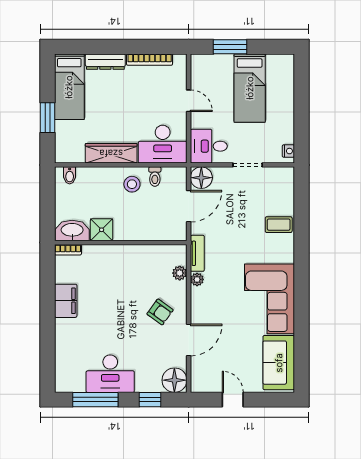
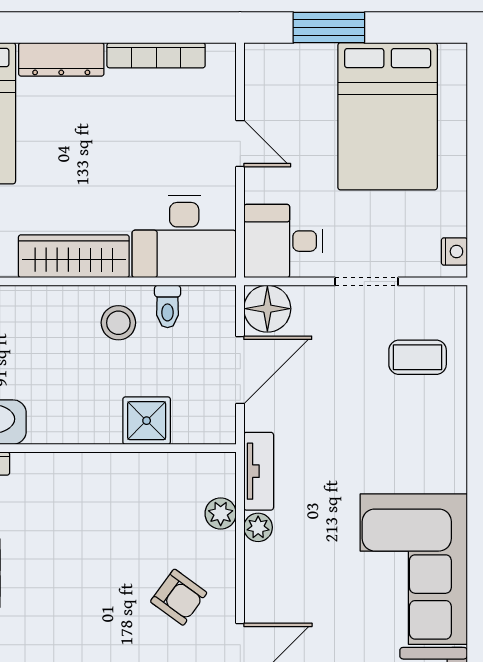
bed: (250, 88) -> (388, 116), width x1.50
coffee table: (279, 225) -> (418, 357), moved
shower: (102, 230) -> (147, 421), moved

